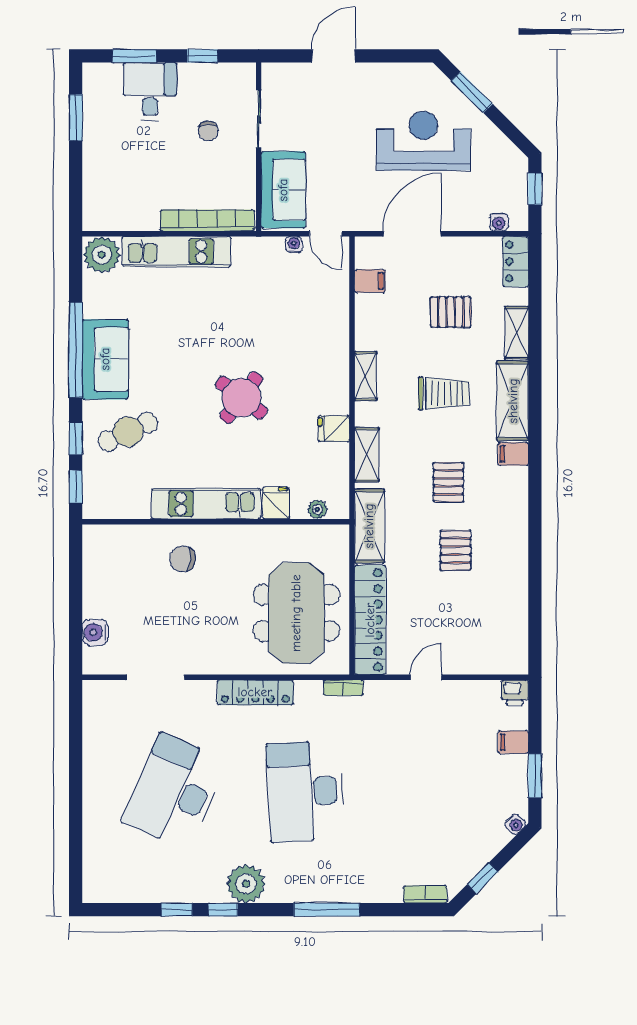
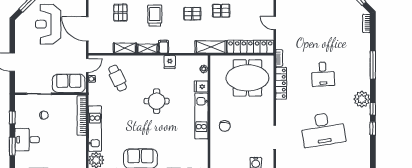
filing cabinet: (370, 281) -> (164, 47), moved
round table: (241, 398) -> (157, 101), turned -37
cafe table: (128, 432) -> (118, 78), moved
shelving: (367, 455) -> (125, 48), moved
locker: (255, 692) -> (281, 83), moved
desk: (174, 791) -> (323, 129), turned -33
desk: (305, 791) -> (323, 74), width x0.53, depth x0.77

